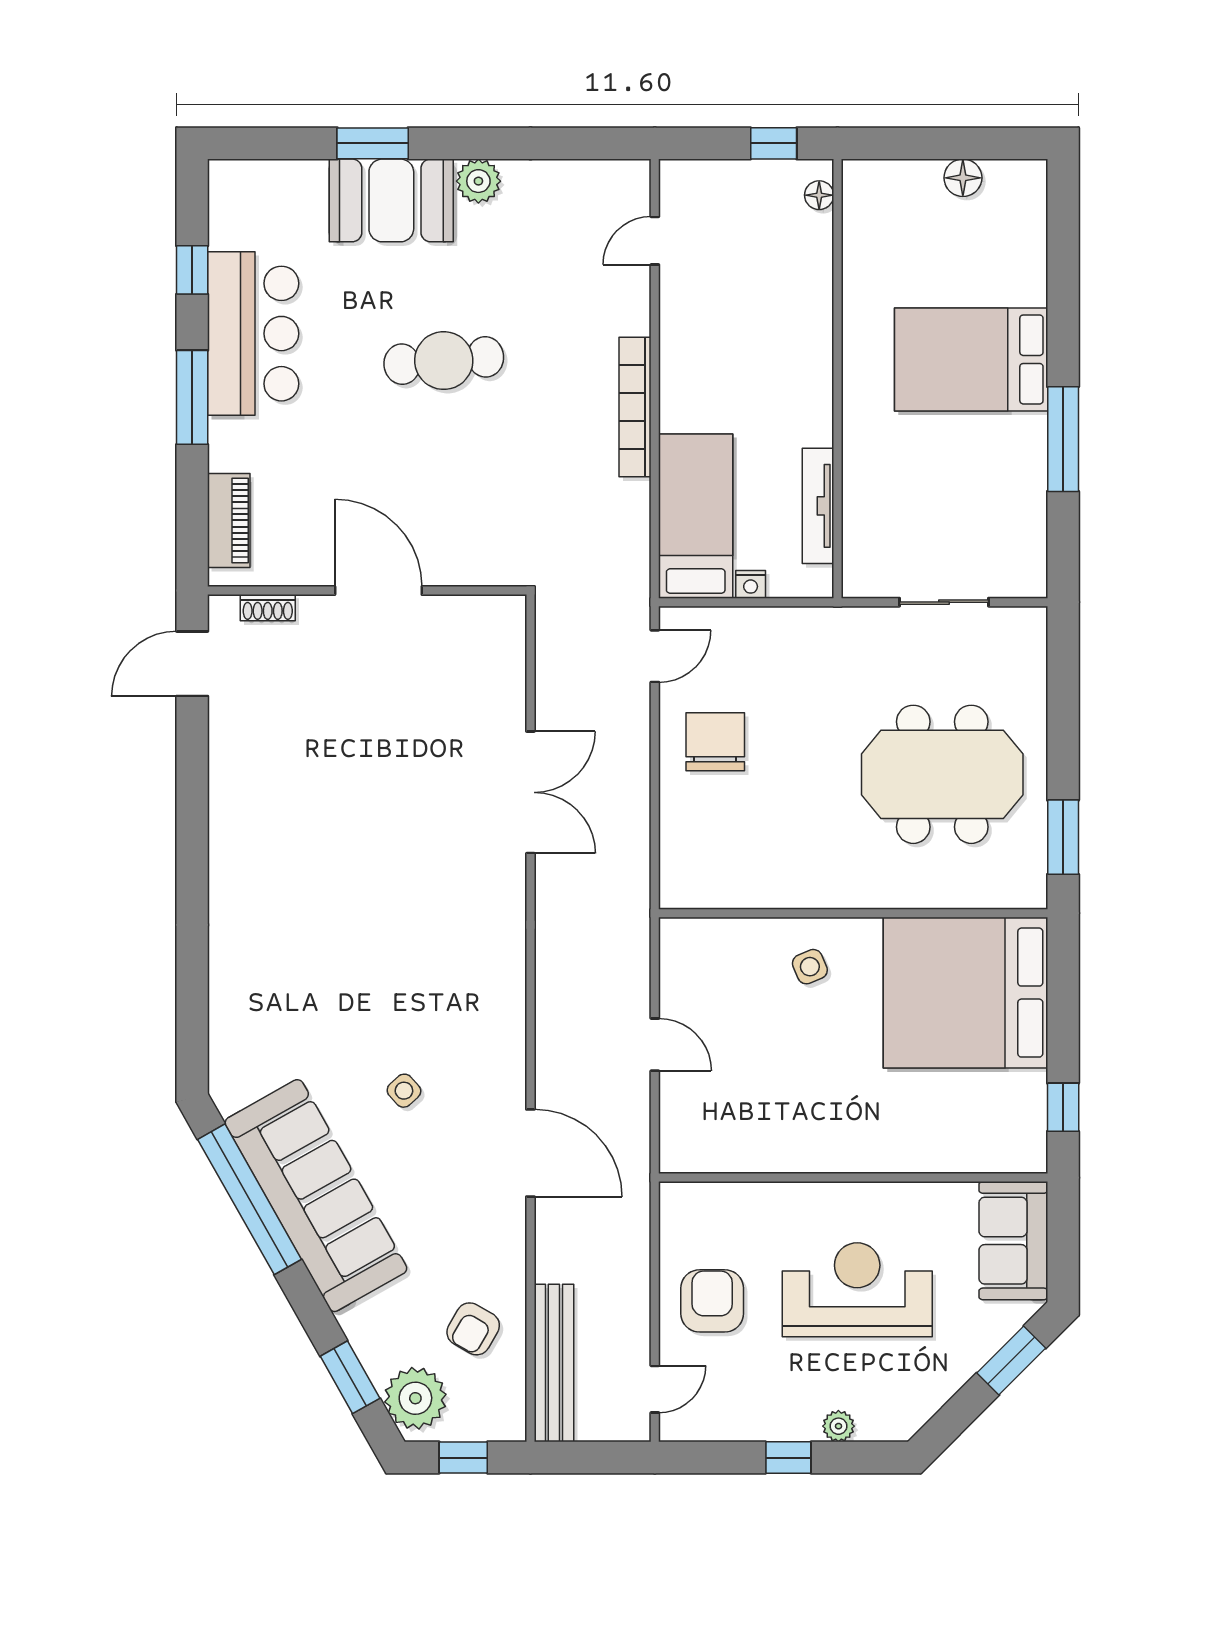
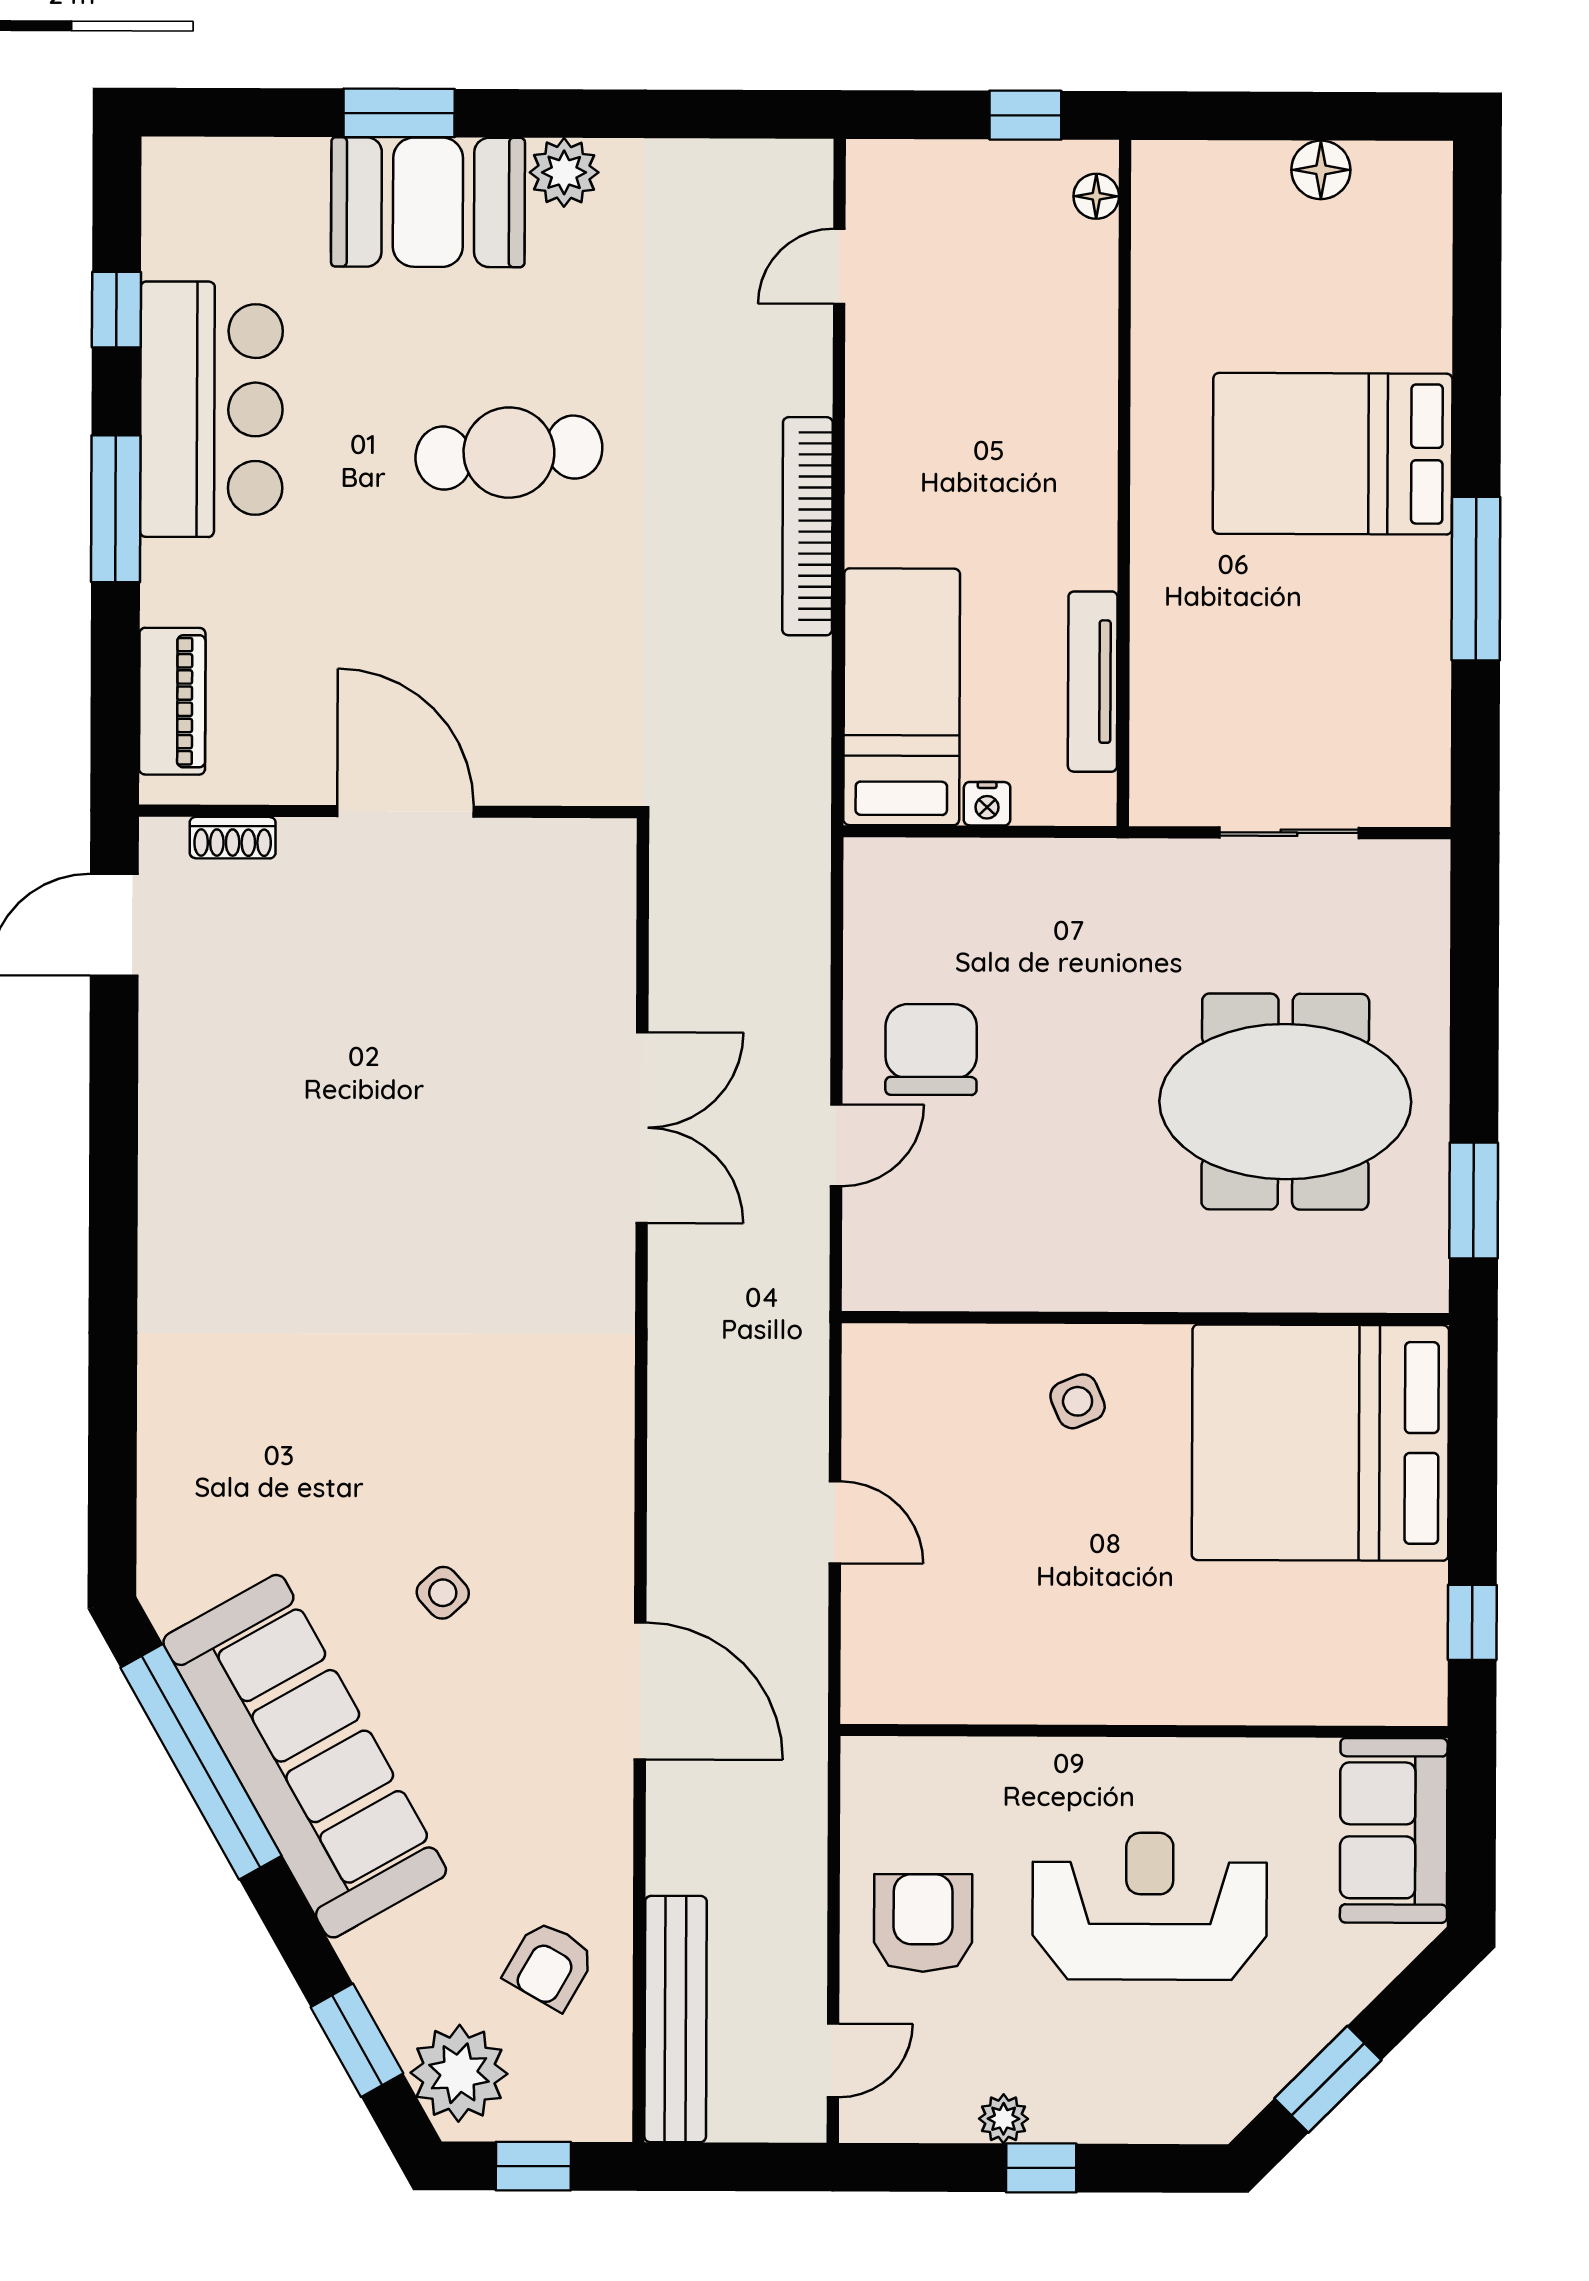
door: (655, 656) -> (836, 1145), moved
window: (1011, 1361) -> (1328, 2079), moved
plant: (838, 1426) -> (1004, 2119), moved

